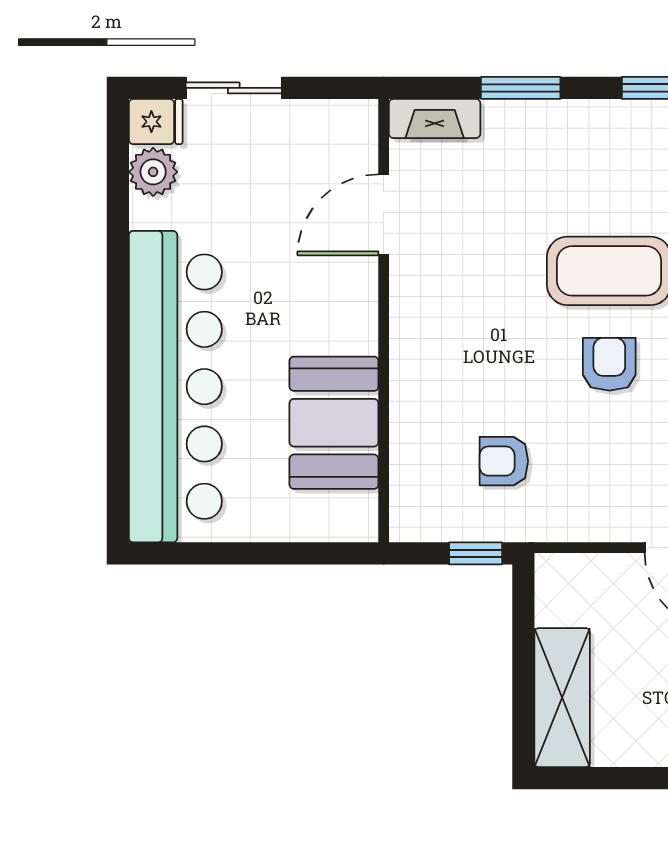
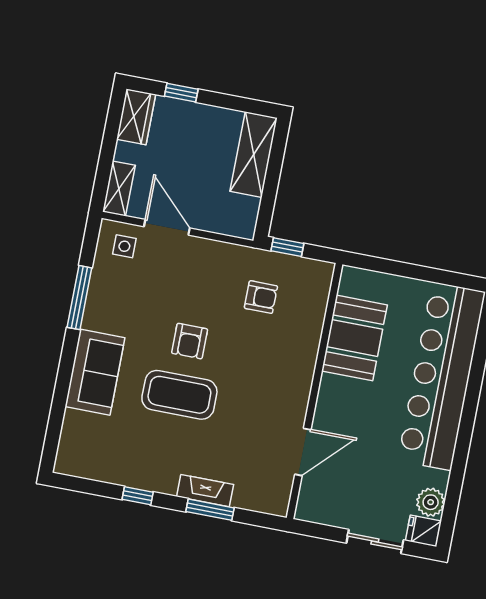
fireplace: (435, 119) -> (205, 491), moved

